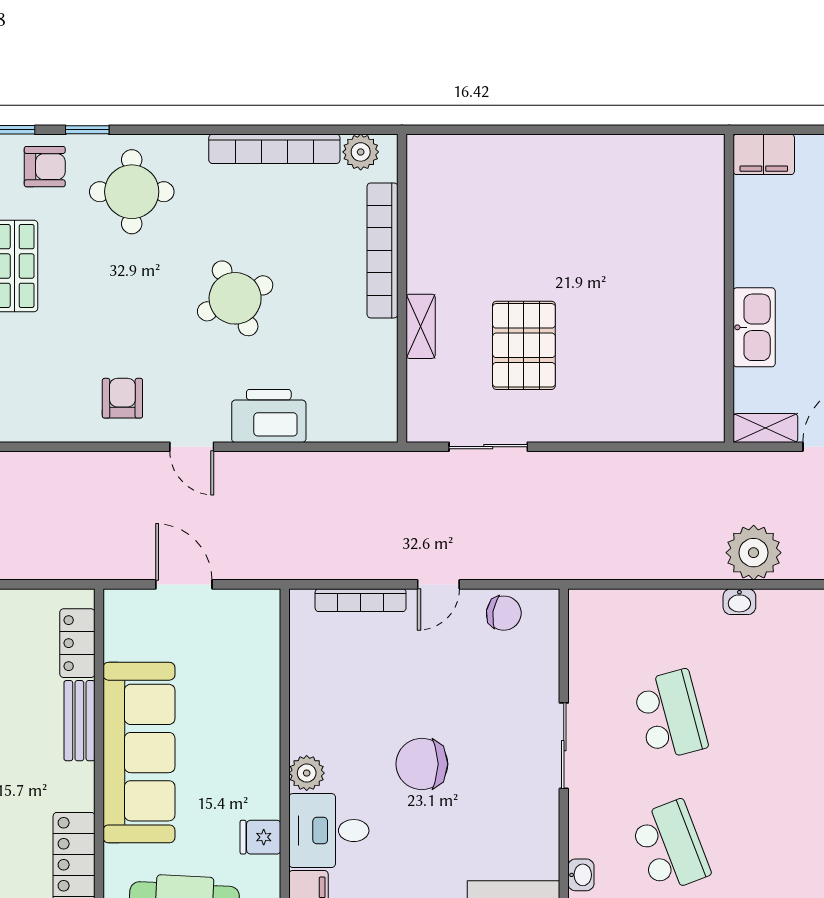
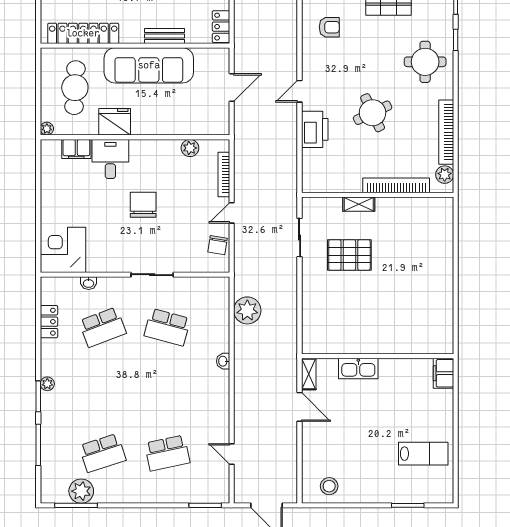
armchair: (45, 167) -> (437, 19), removed
armchair: (122, 398) -> (329, 27), moved
plant: (754, 553) -> (247, 310), moved
door: (438, 584) -> (232, 213), hinge flipped
locker: (77, 643) -> (221, 27), moved, turned -90
school desk: (670, 715) -> (167, 327), turned 30
plant: (307, 773) -> (190, 148), moved
fridge: (260, 837) -> (115, 122), width x1.88, depth x1.34

